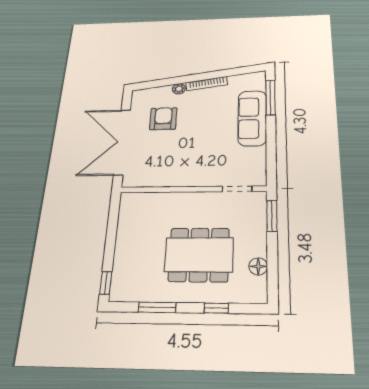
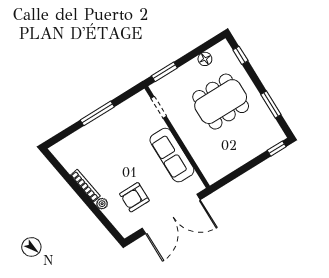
window: (270, 97) -> (97, 113), moved
sofa: (252, 118) -> (172, 155), moved, turned 90
dining table: (199, 255) -> (221, 102), turned 90
window: (216, 308) -> (240, 55), moved

